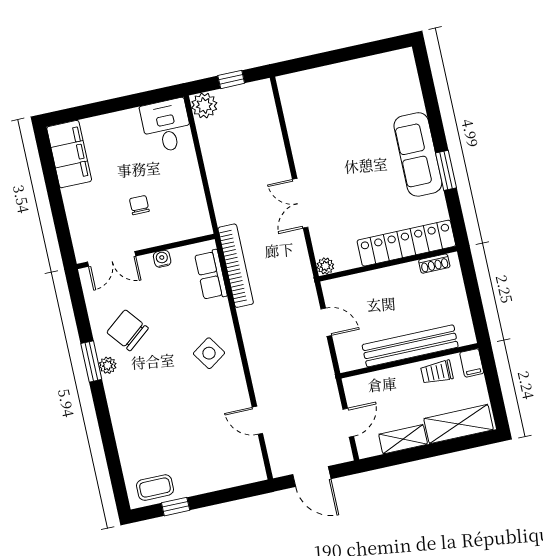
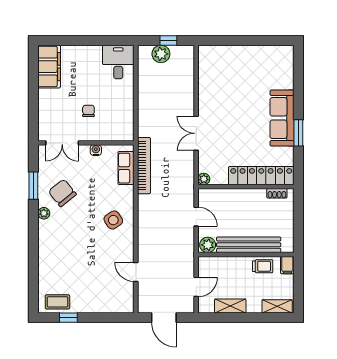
plant: (204, 105) -> (161, 54), moved
plant: (352, 359) -> (208, 245), added
window: (91, 361) -> (33, 186), moved
trolley: (437, 372) -> (263, 266), turned 180
shelving: (459, 424) -> (277, 306), width x0.67, depth x0.75

